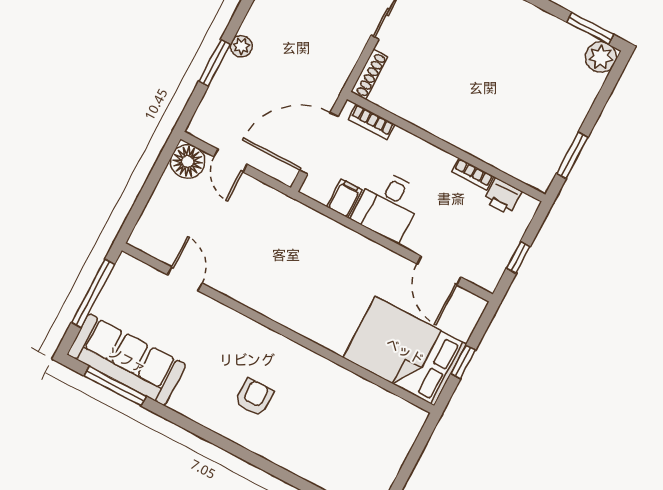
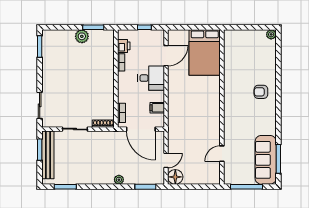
plant: (601, 57) -> (82, 36), moved
window: (215, 63) -> (145, 187), moved
desk: (388, 205) -> (151, 78), moved
window: (463, 362) -> (197, 27), removed
armchair: (254, 397) -> (261, 92), moved

